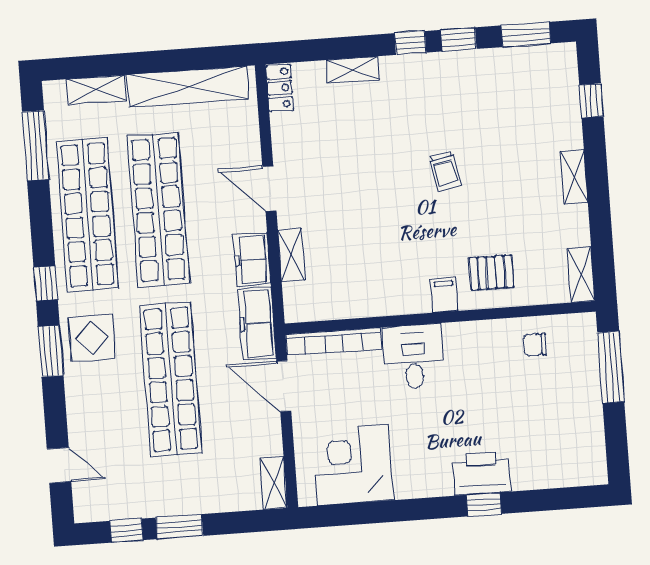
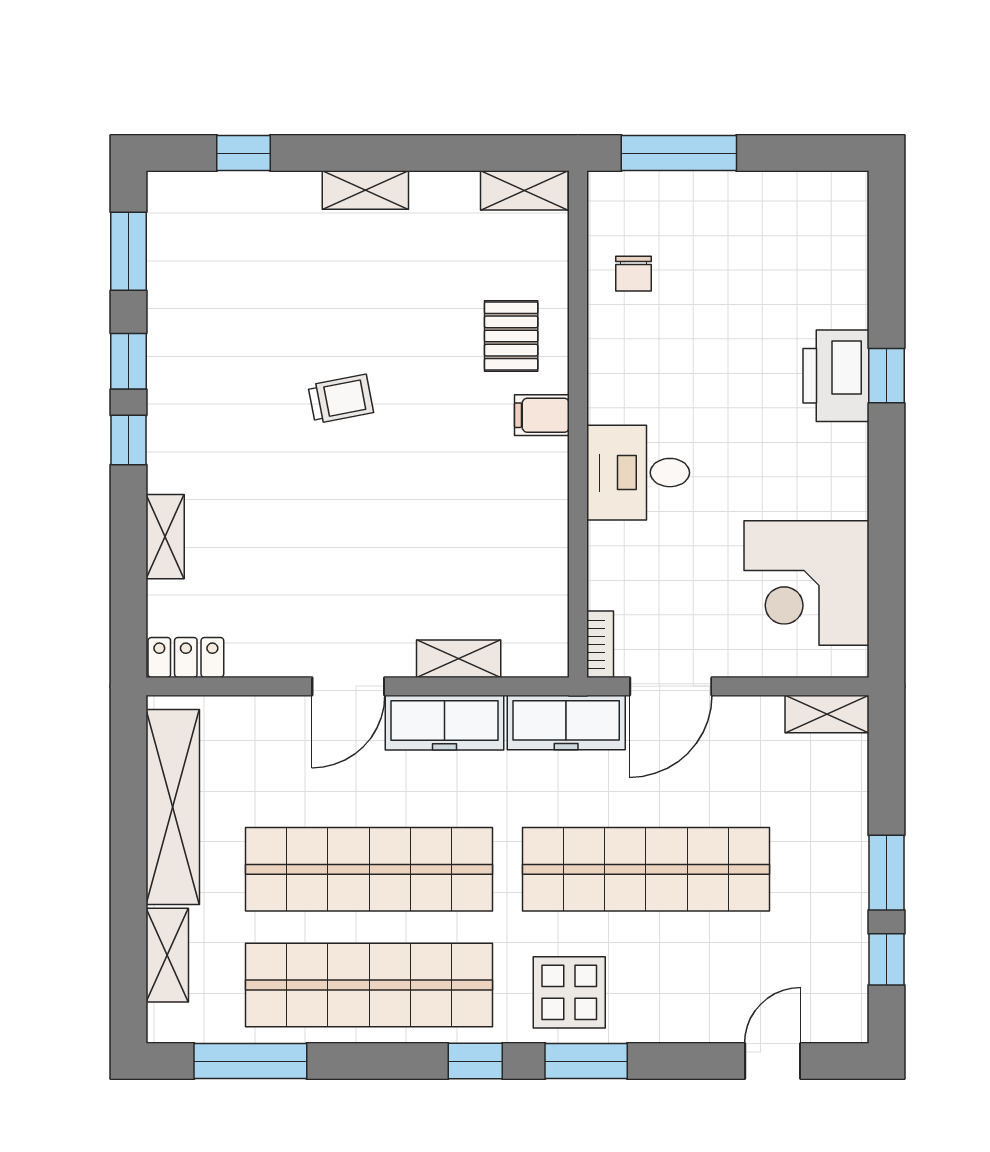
freezer: (252, 260) -> (445, 723), width x1.40
bookcase: (333, 342) -> (600, 644), width x0.43, depth x0.76

